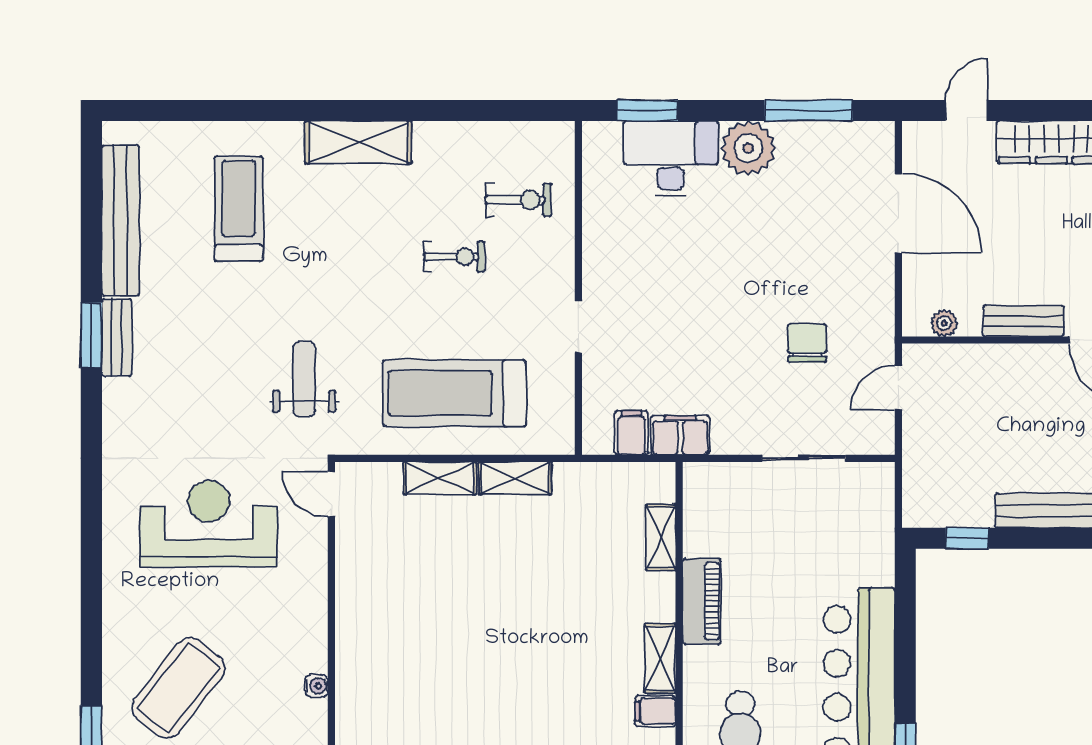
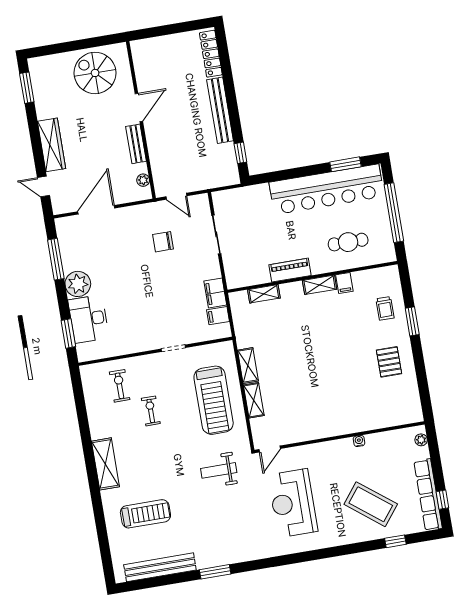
treadmill: (239, 209) -> (145, 514), turned 180
bench: (117, 338) -> (214, 560), removed

